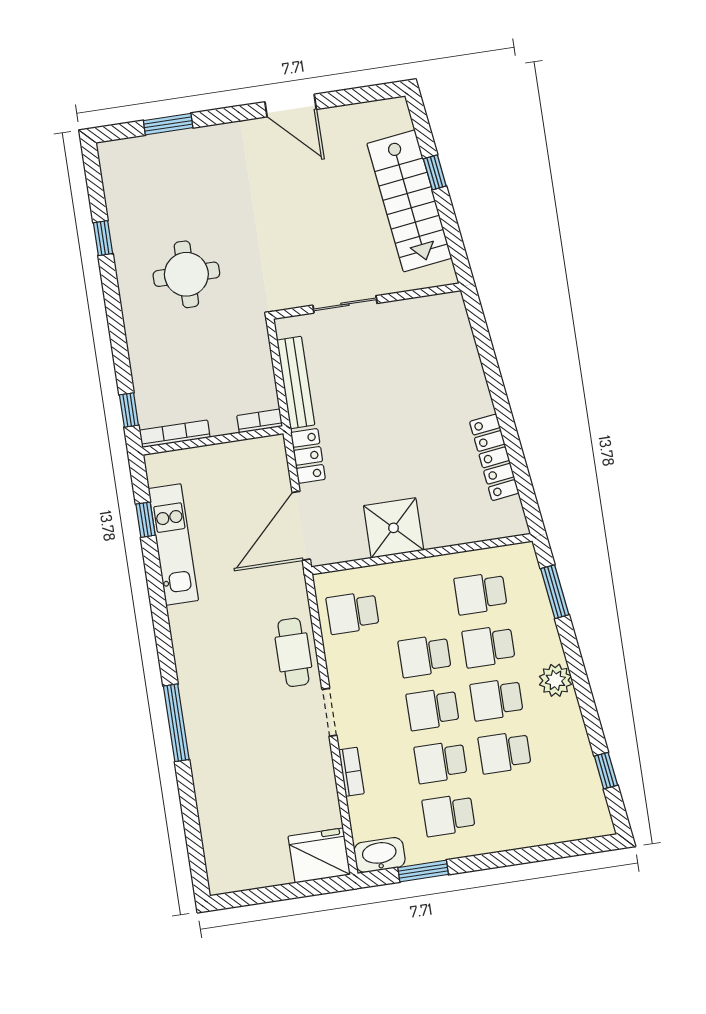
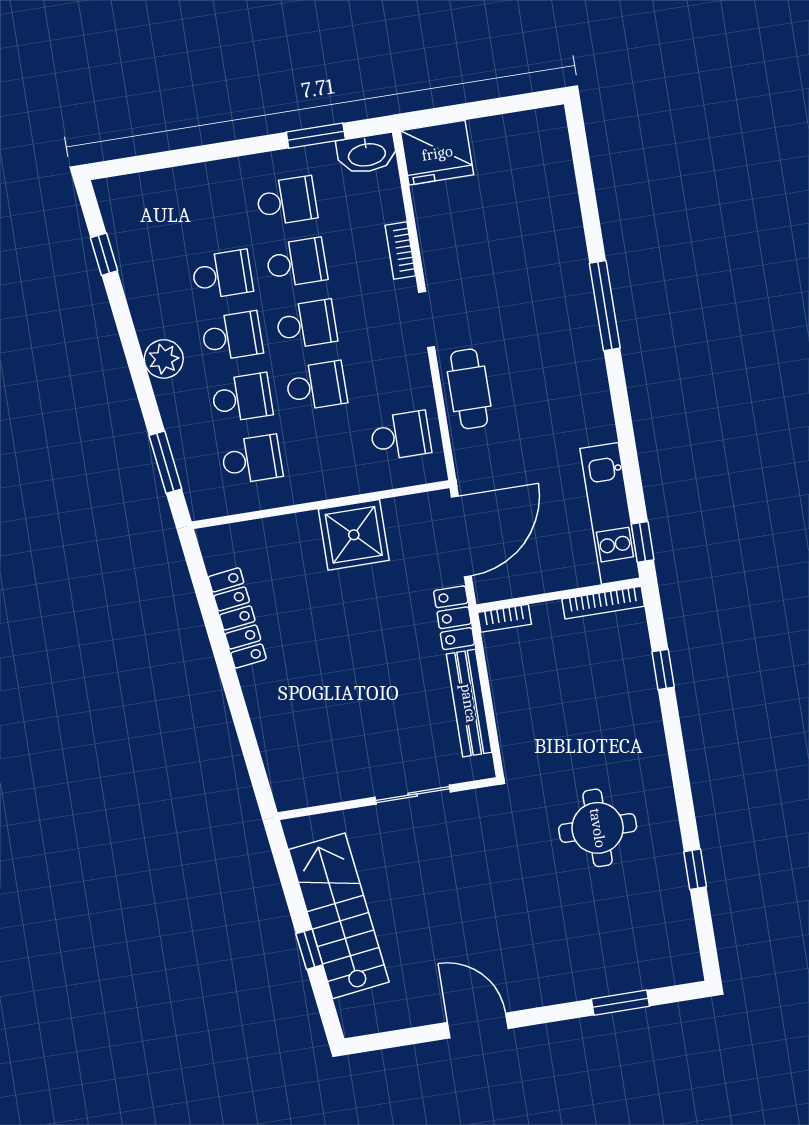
bookcase: (260, 421) -> (504, 618), moved
bookcase: (175, 434) -> (603, 603), moved
wall: (213, 440) -> (559, 595), moved

